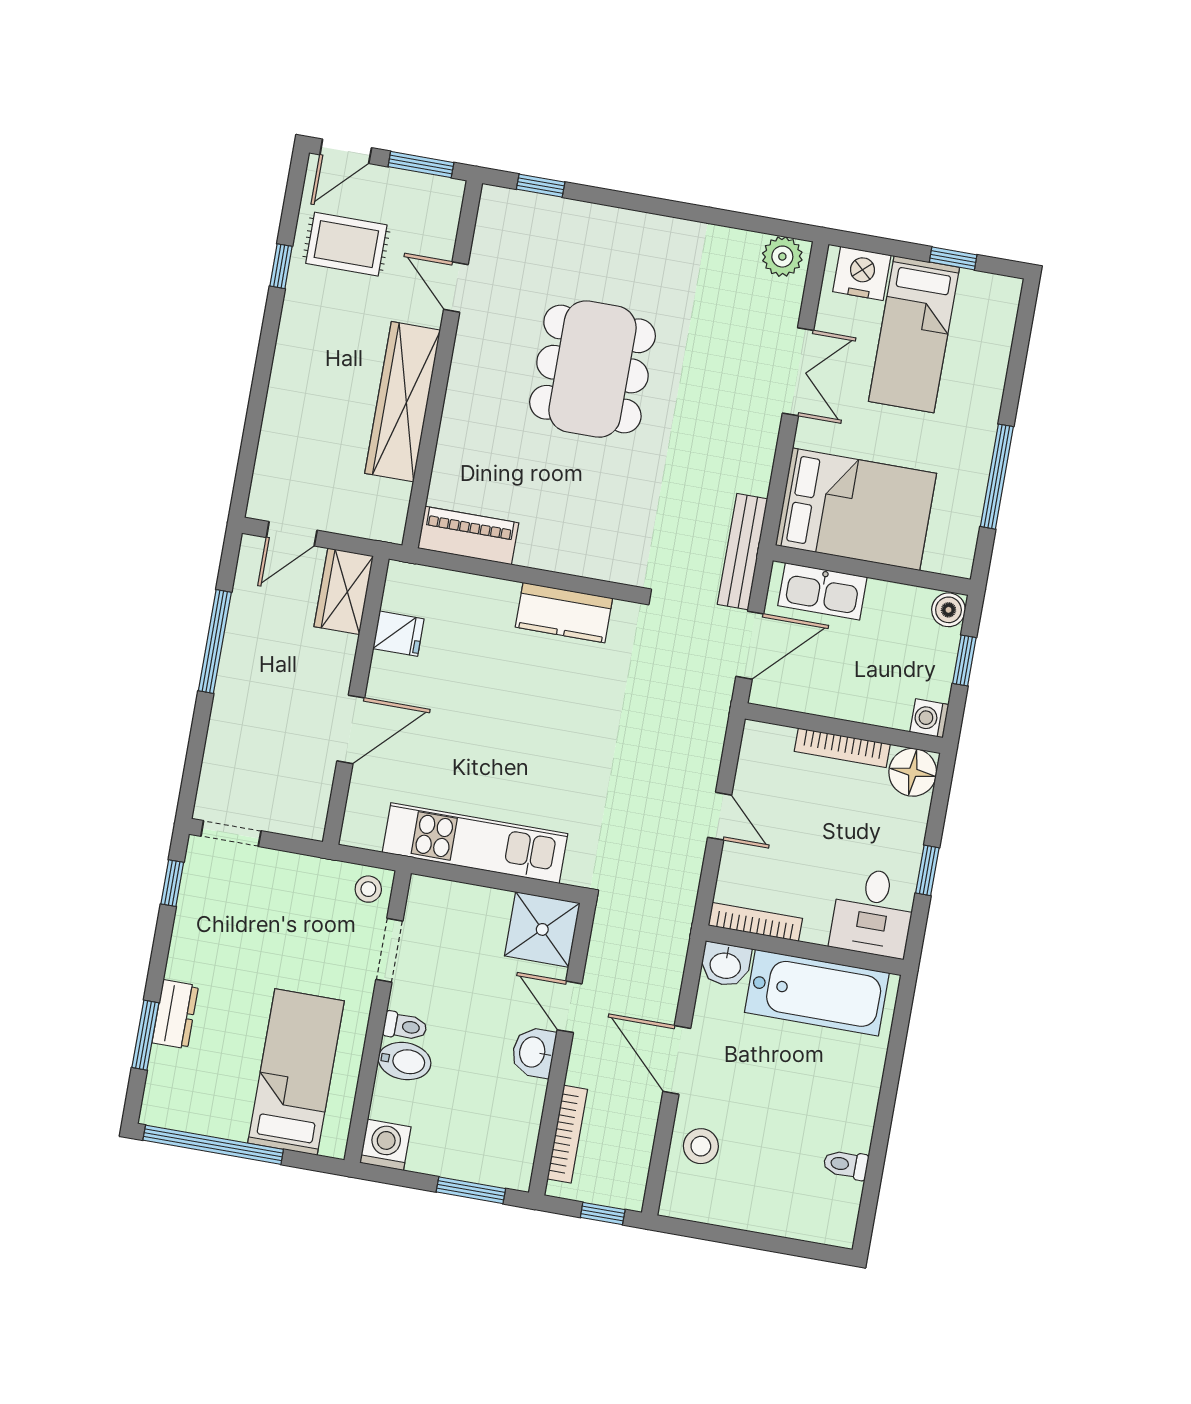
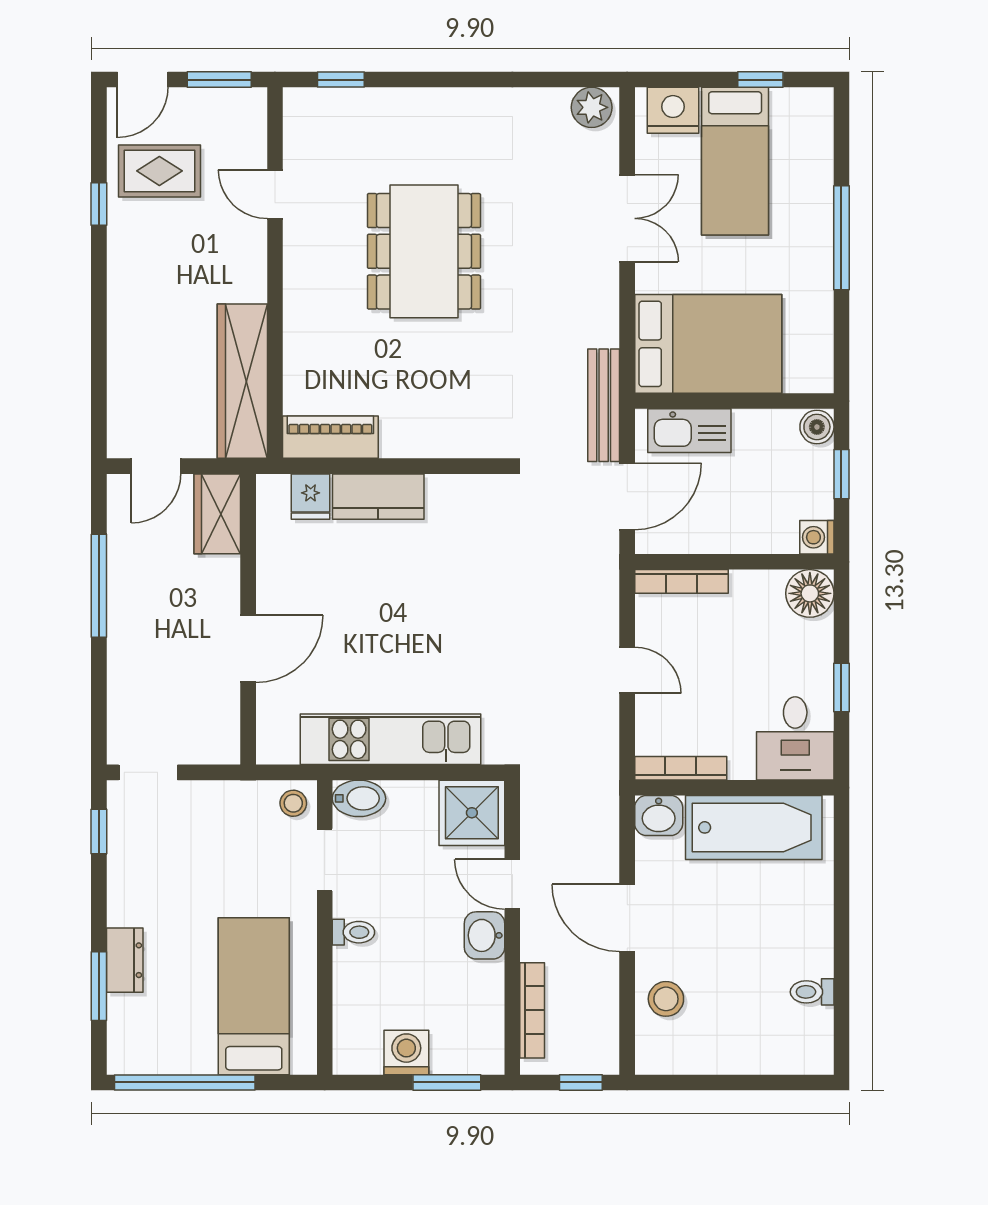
wardrobe: (403, 402) -> (242, 381), moved
window: (997, 477) -> (841, 238), moved
kitchen counter: (564, 613) -> (378, 497), moved
fridge: (398, 634) -> (311, 497), moved, turned 90
bookcase: (842, 748) -> (682, 581), moved
bidet: (405, 1061) -> (359, 798), moved
washing machine: (385, 1145) -> (406, 1052), moved

